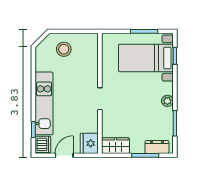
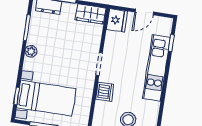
dishwasher: (43, 144) -> (105, 92), moved, turned 180

